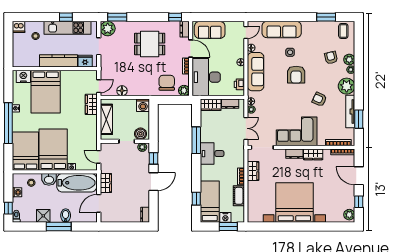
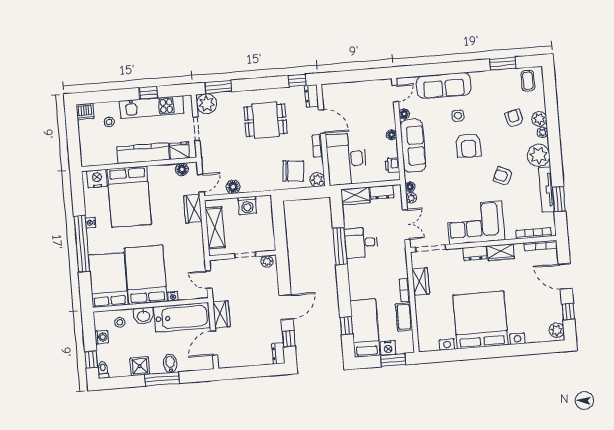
sofa: (210, 30) -> (346, 94), removed
floor lamp: (86, 75) -> (182, 169), added
chair: (167, 83) -> (293, 171), turned 95
washing machine: (143, 105) -> (247, 206), moved
boiler: (141, 134) -> (263, 243), removed
desk: (212, 154) -> (361, 243), moved
window: (153, 158) -> (289, 339), moved

